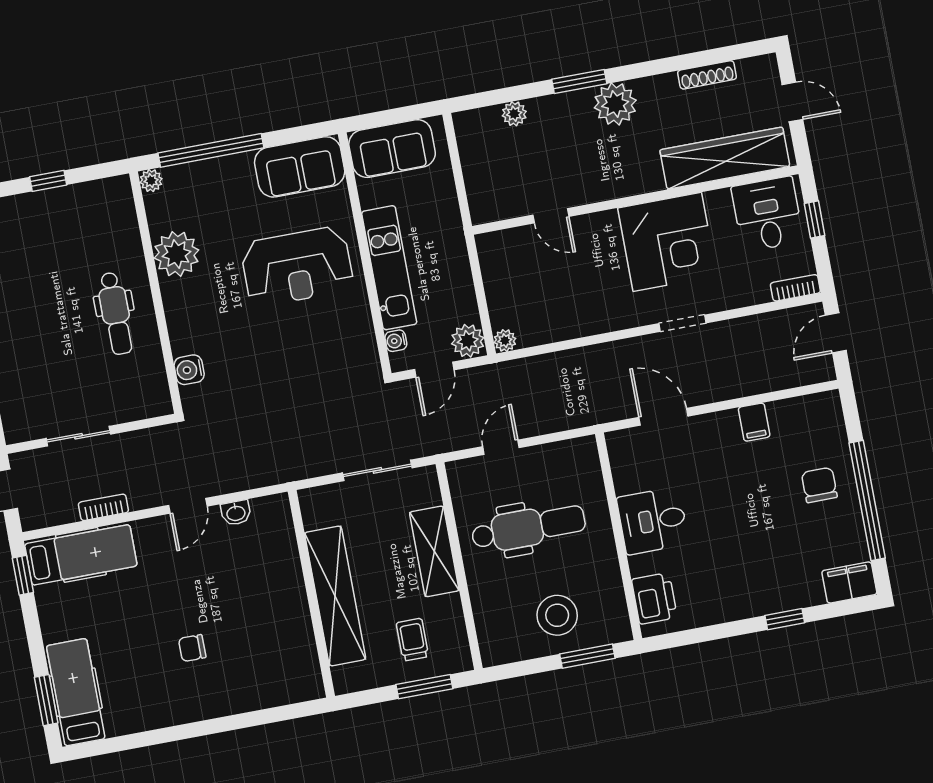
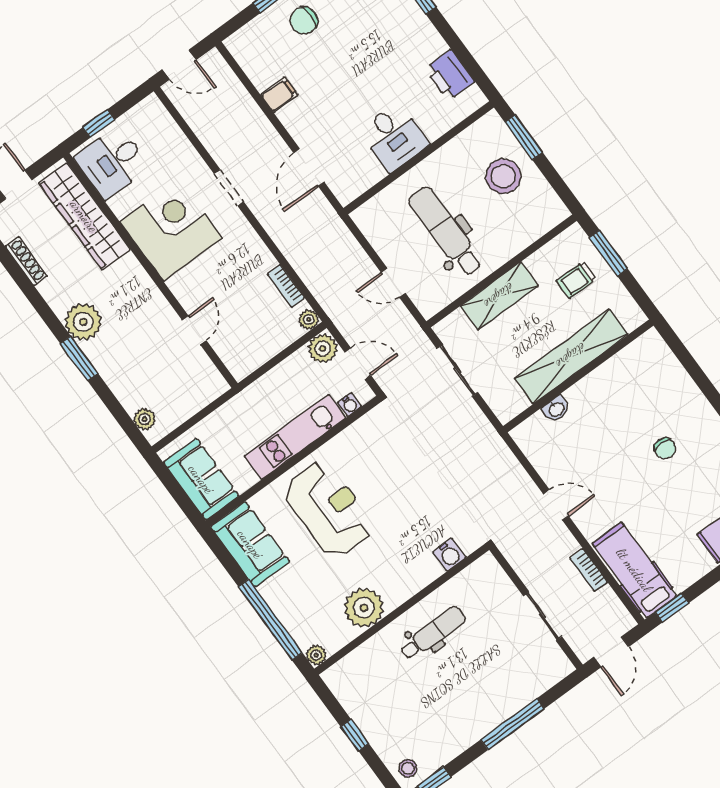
plant: (514, 114) -> (145, 419), moved
bookcase: (795, 288) -> (286, 286), moved
washbasin: (236, 513) -> (556, 409), moved, turned 90
printer: (654, 598) -> (450, 75), moved, turned -90

